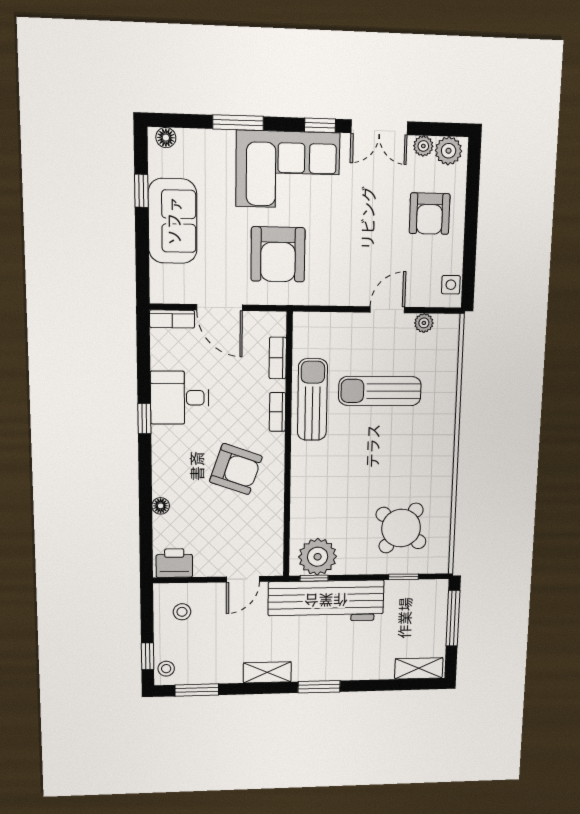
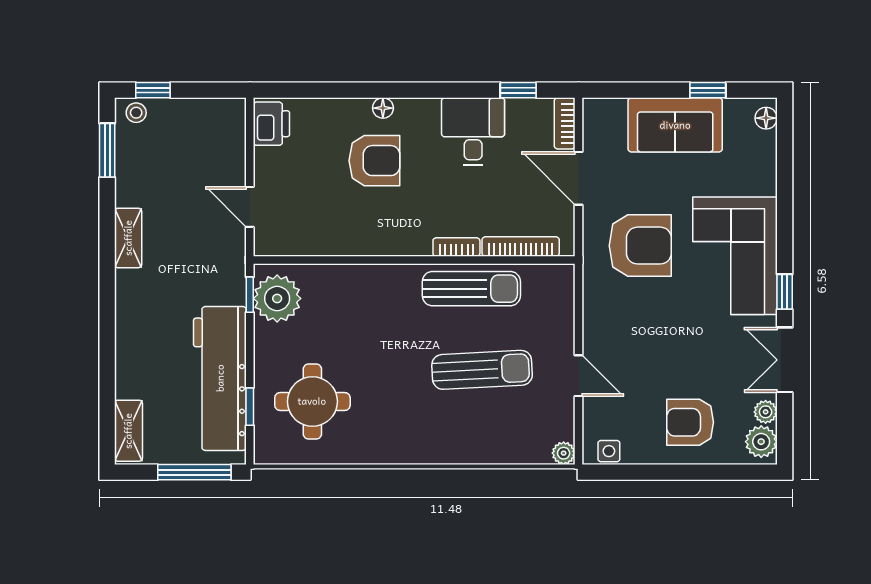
window: (238, 123) -> (785, 199), removed
armchair: (278, 254) -> (640, 246), turned 180
door: (220, 307) -> (579, 178), hinge flipped
plant: (424, 323) -> (564, 453), moved
bookcase: (278, 358) -> (521, 247), width x1.56
sun lounger: (380, 391) -> (482, 370), turned 87
window: (144, 419) -> (518, 90), moved
armchair: (236, 469) -> (374, 161), moved, turned -109
floor lamp: (161, 506) -> (383, 108), moved
round table: (401, 528) -> (312, 401), turned -38
workbench: (326, 601) -> (220, 378), moved
stool: (182, 612) -> (209, 133), removed
window: (319, 687) -> (107, 303), removed

